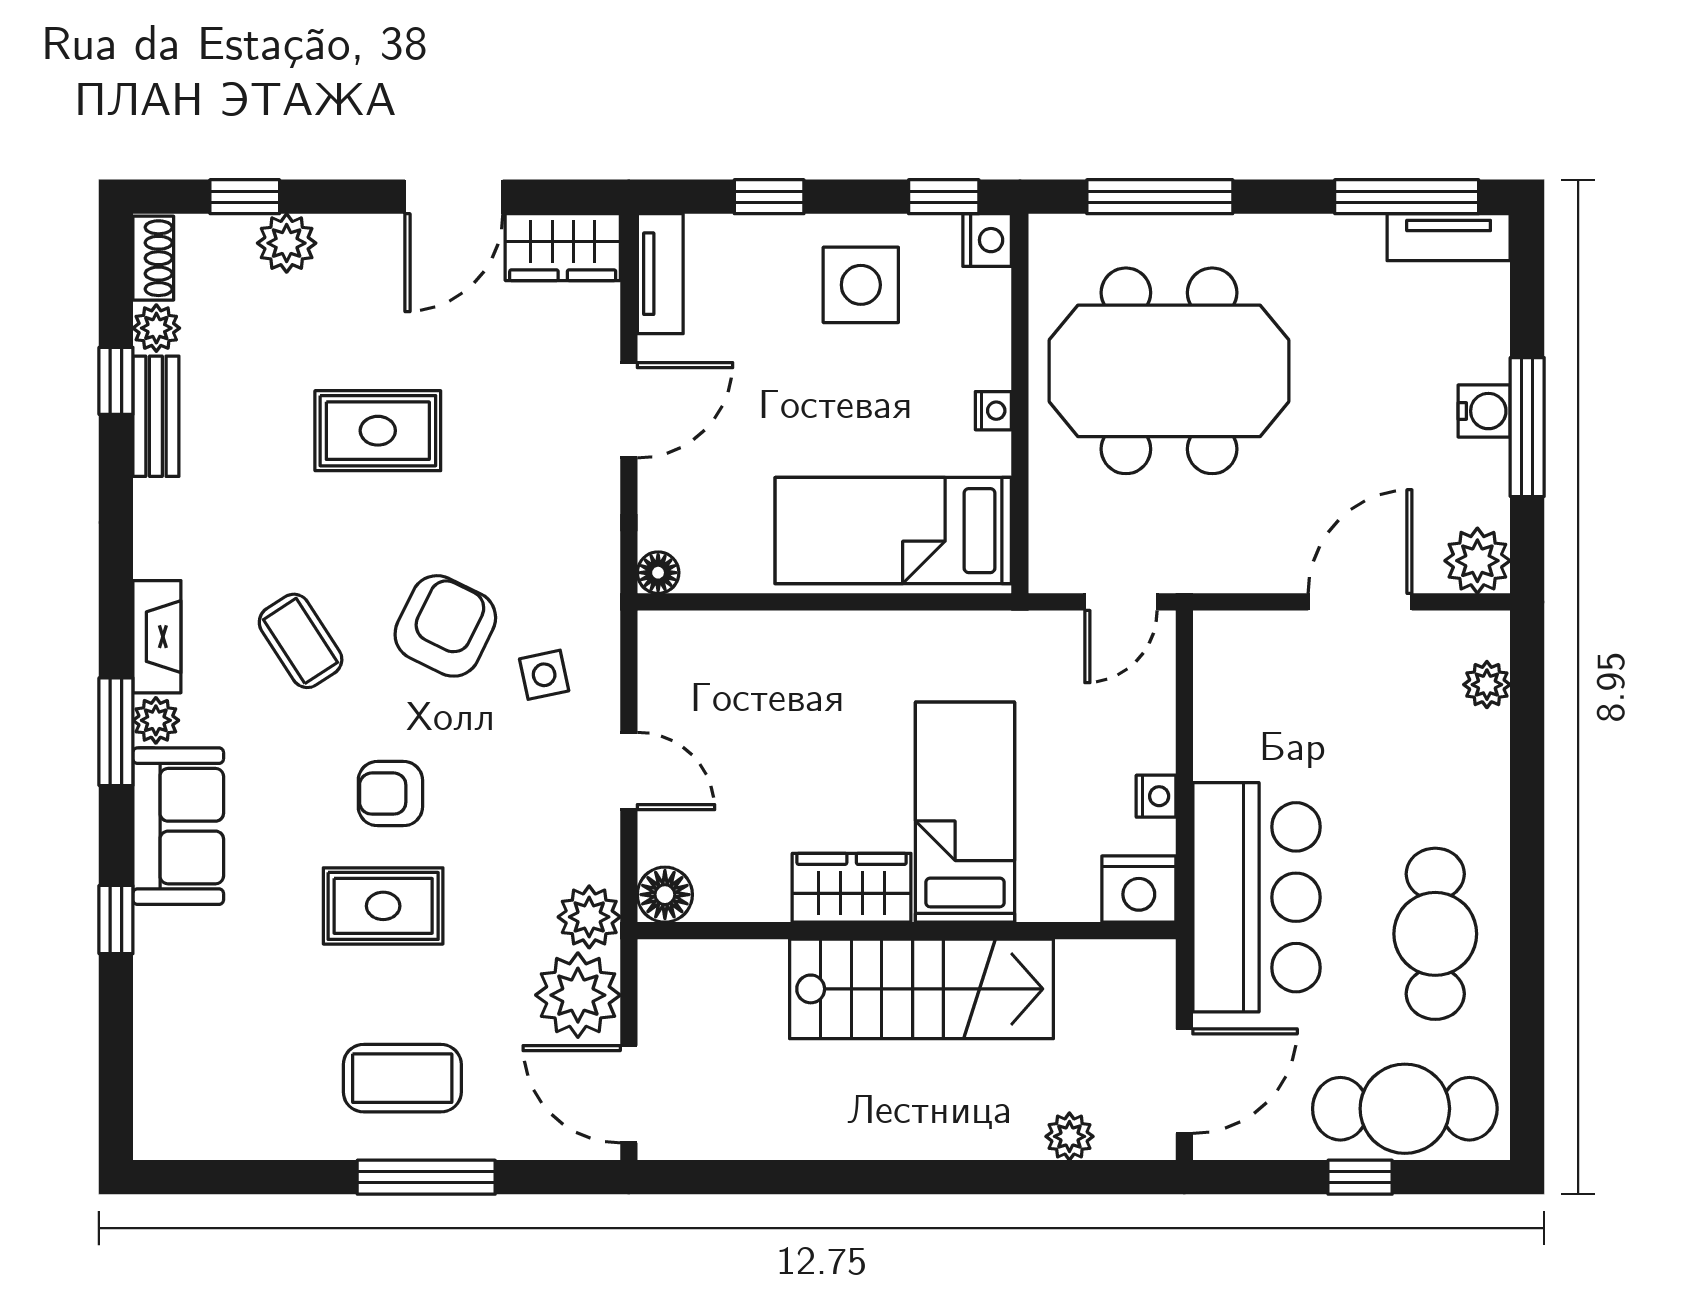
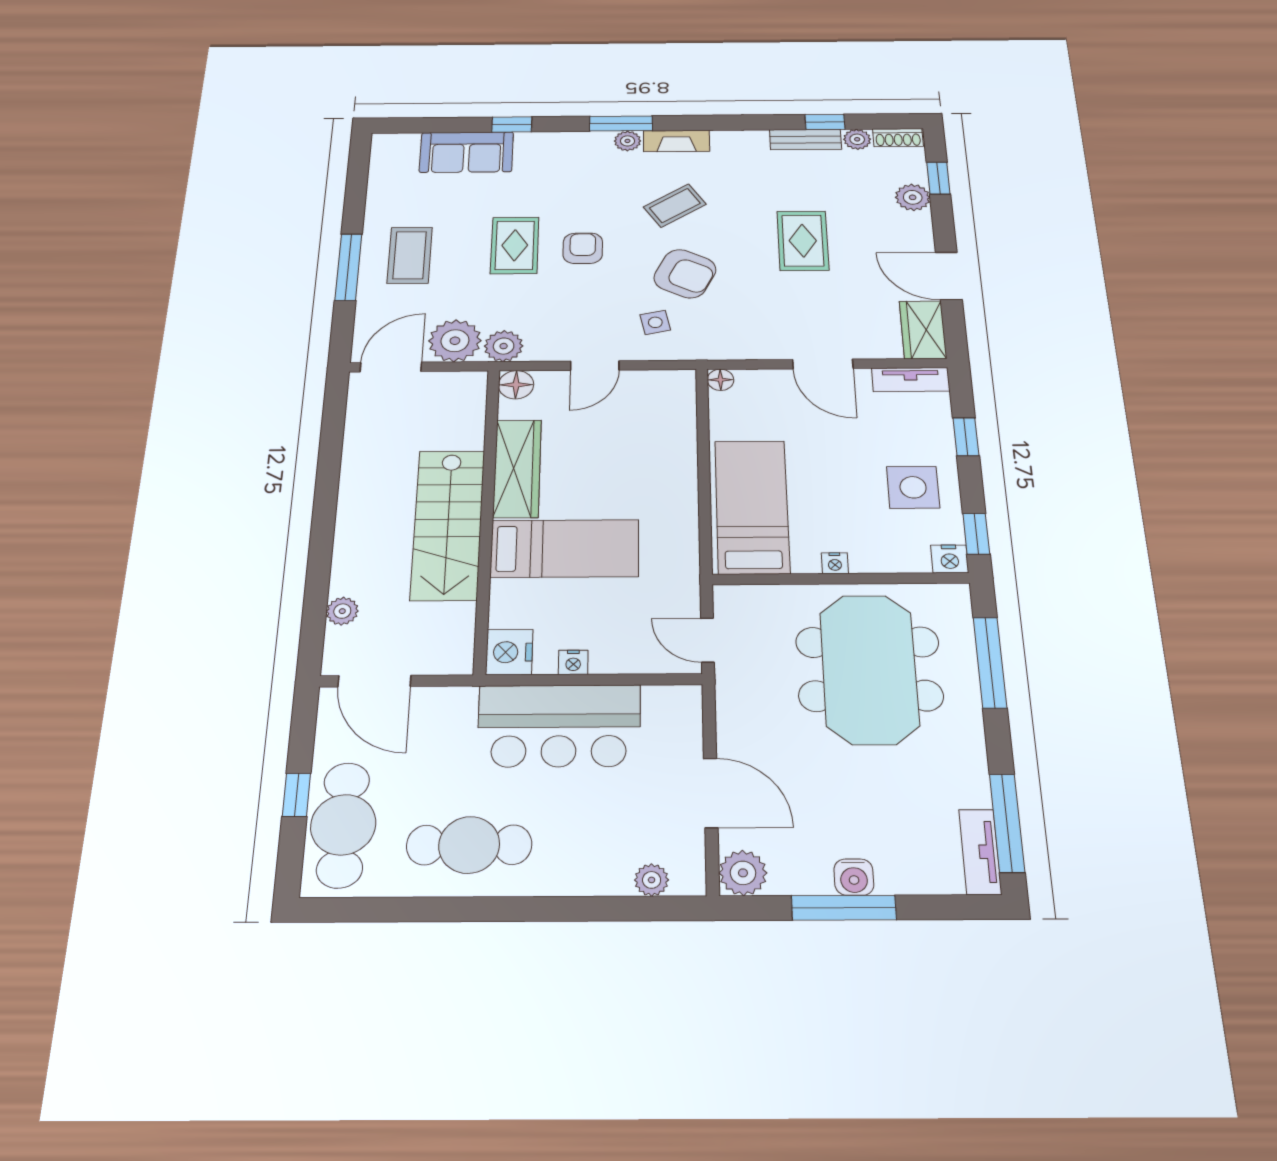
sofa: (178, 826) -> (466, 152), moved
wardrobe: (852, 888) -> (517, 468), width x1.50
bar counter: (1256, 897) -> (559, 726), moved

